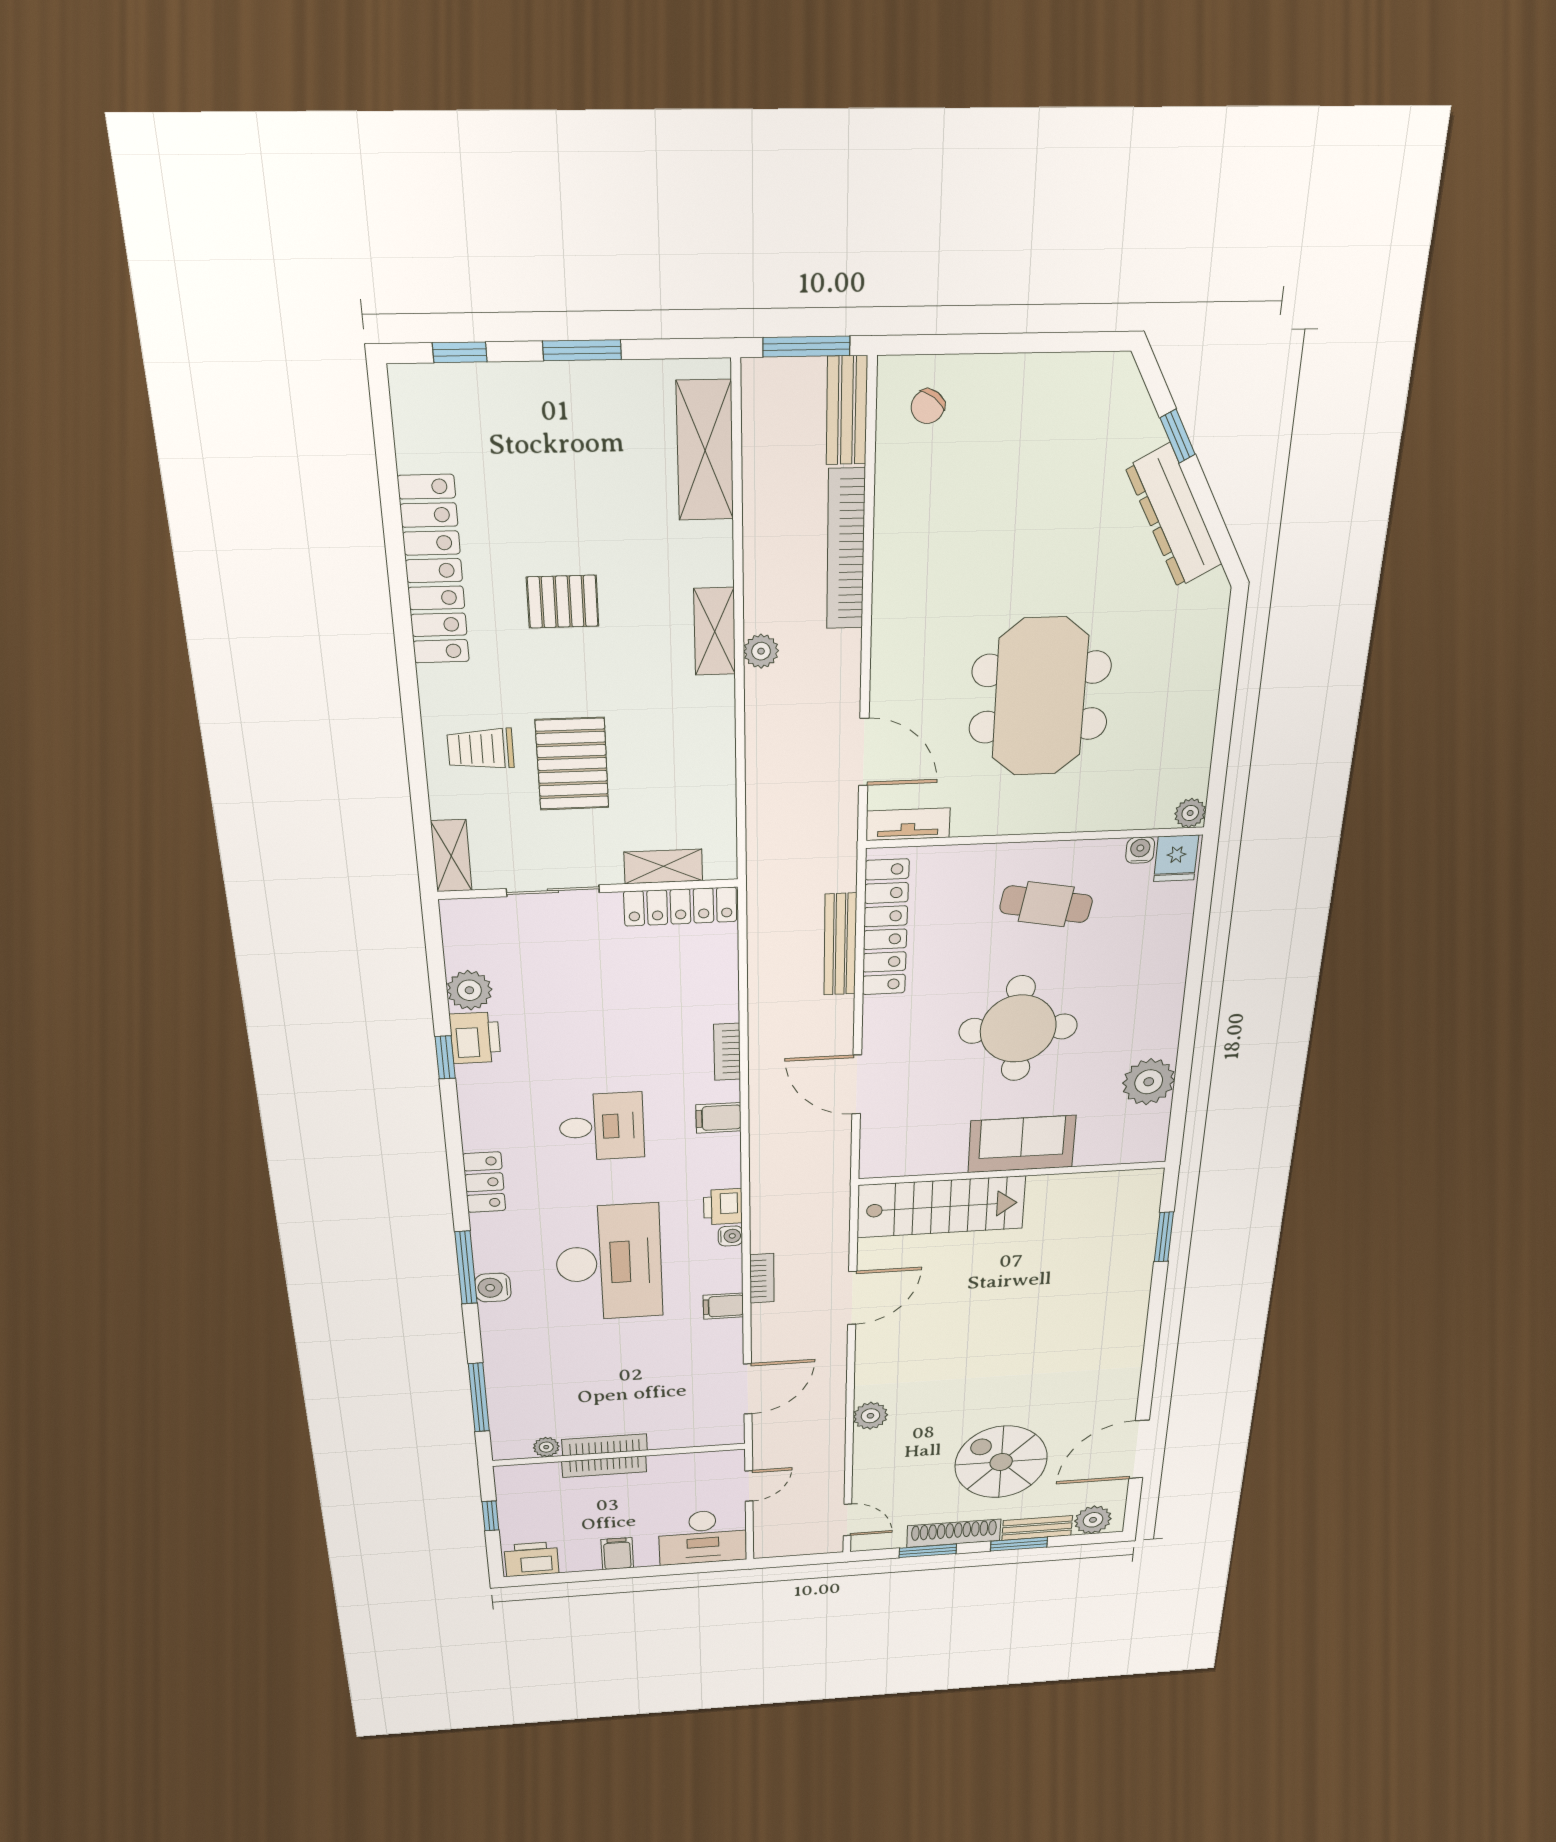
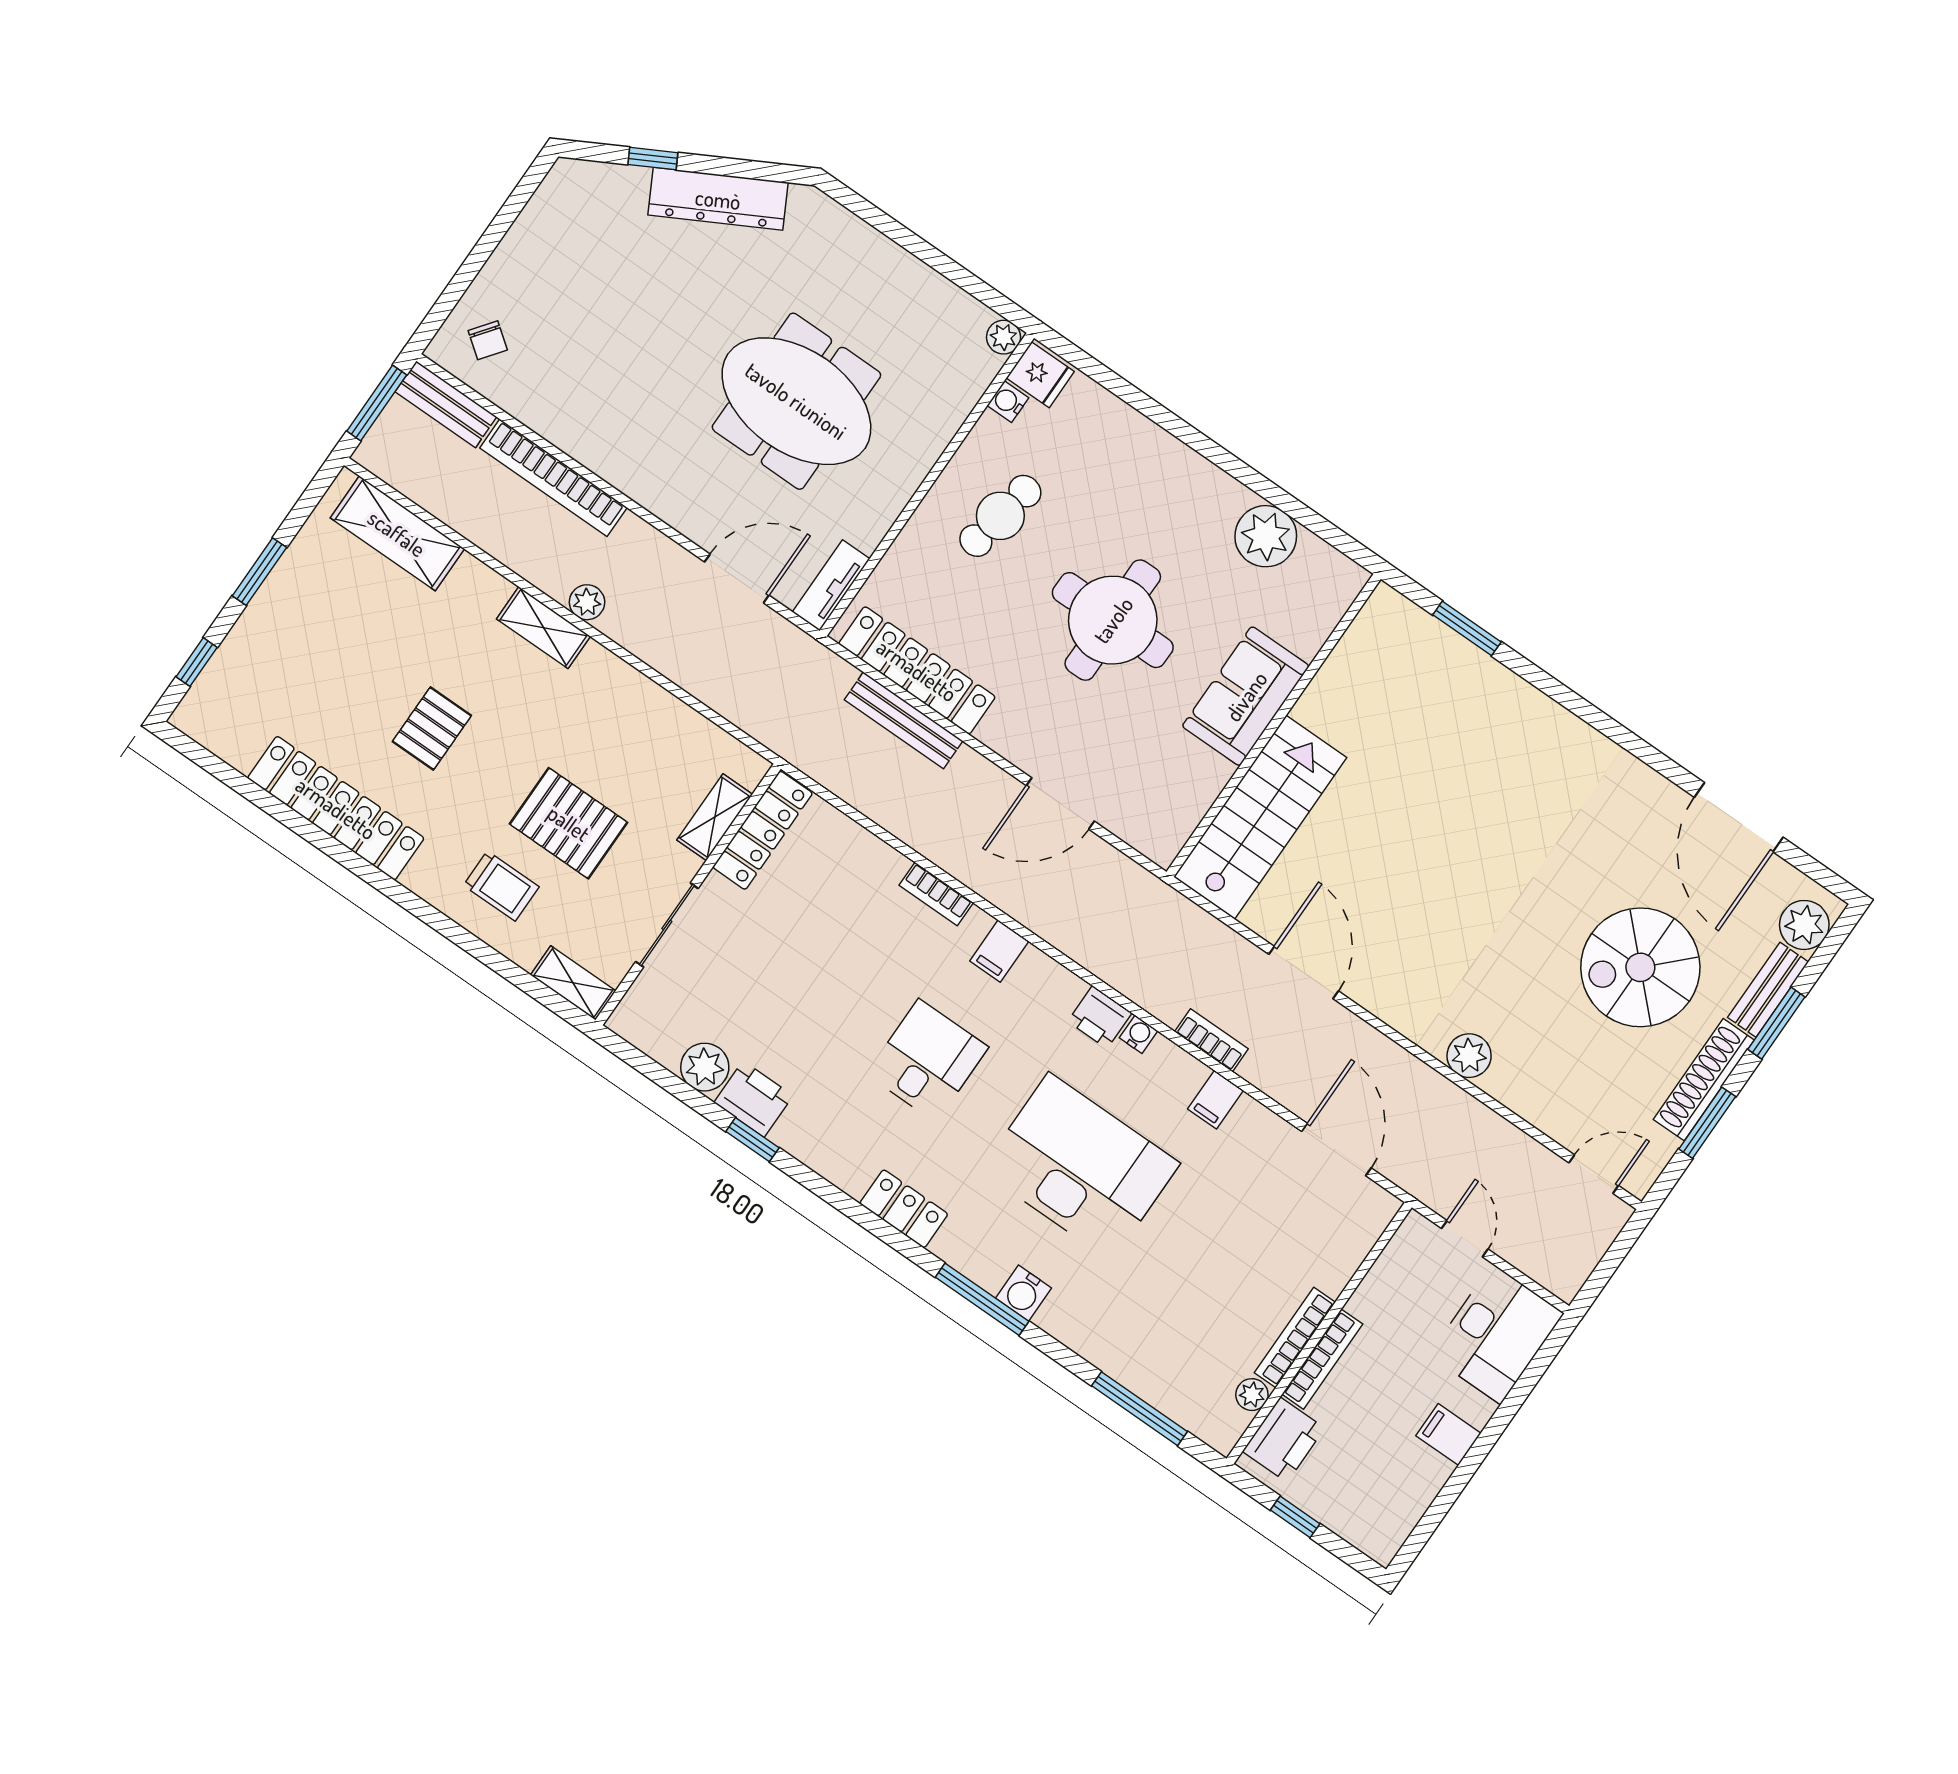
trolley: (481, 749) -> (501, 886), turned -90
printer: (531, 1559) -> (1284, 1440), moved, turned 180

